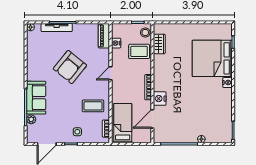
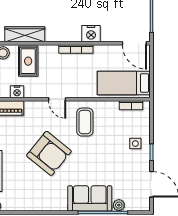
wardrobe: (159, 44) -> (25, 34), width x1.50
coffee table: (93, 106) -> (85, 122), moved
door: (152, 119) -> (134, 43), moved

